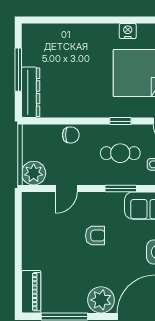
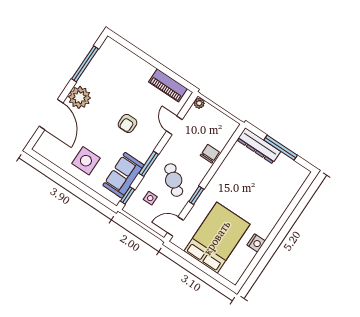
chair: (71, 135) -> (210, 154), turned 180
cafe table: (120, 153) -> (174, 180), turned -50
plant: (34, 173) -> (199, 103), width x0.53, depth x0.53
piano: (31, 292) -> (168, 85), moved

